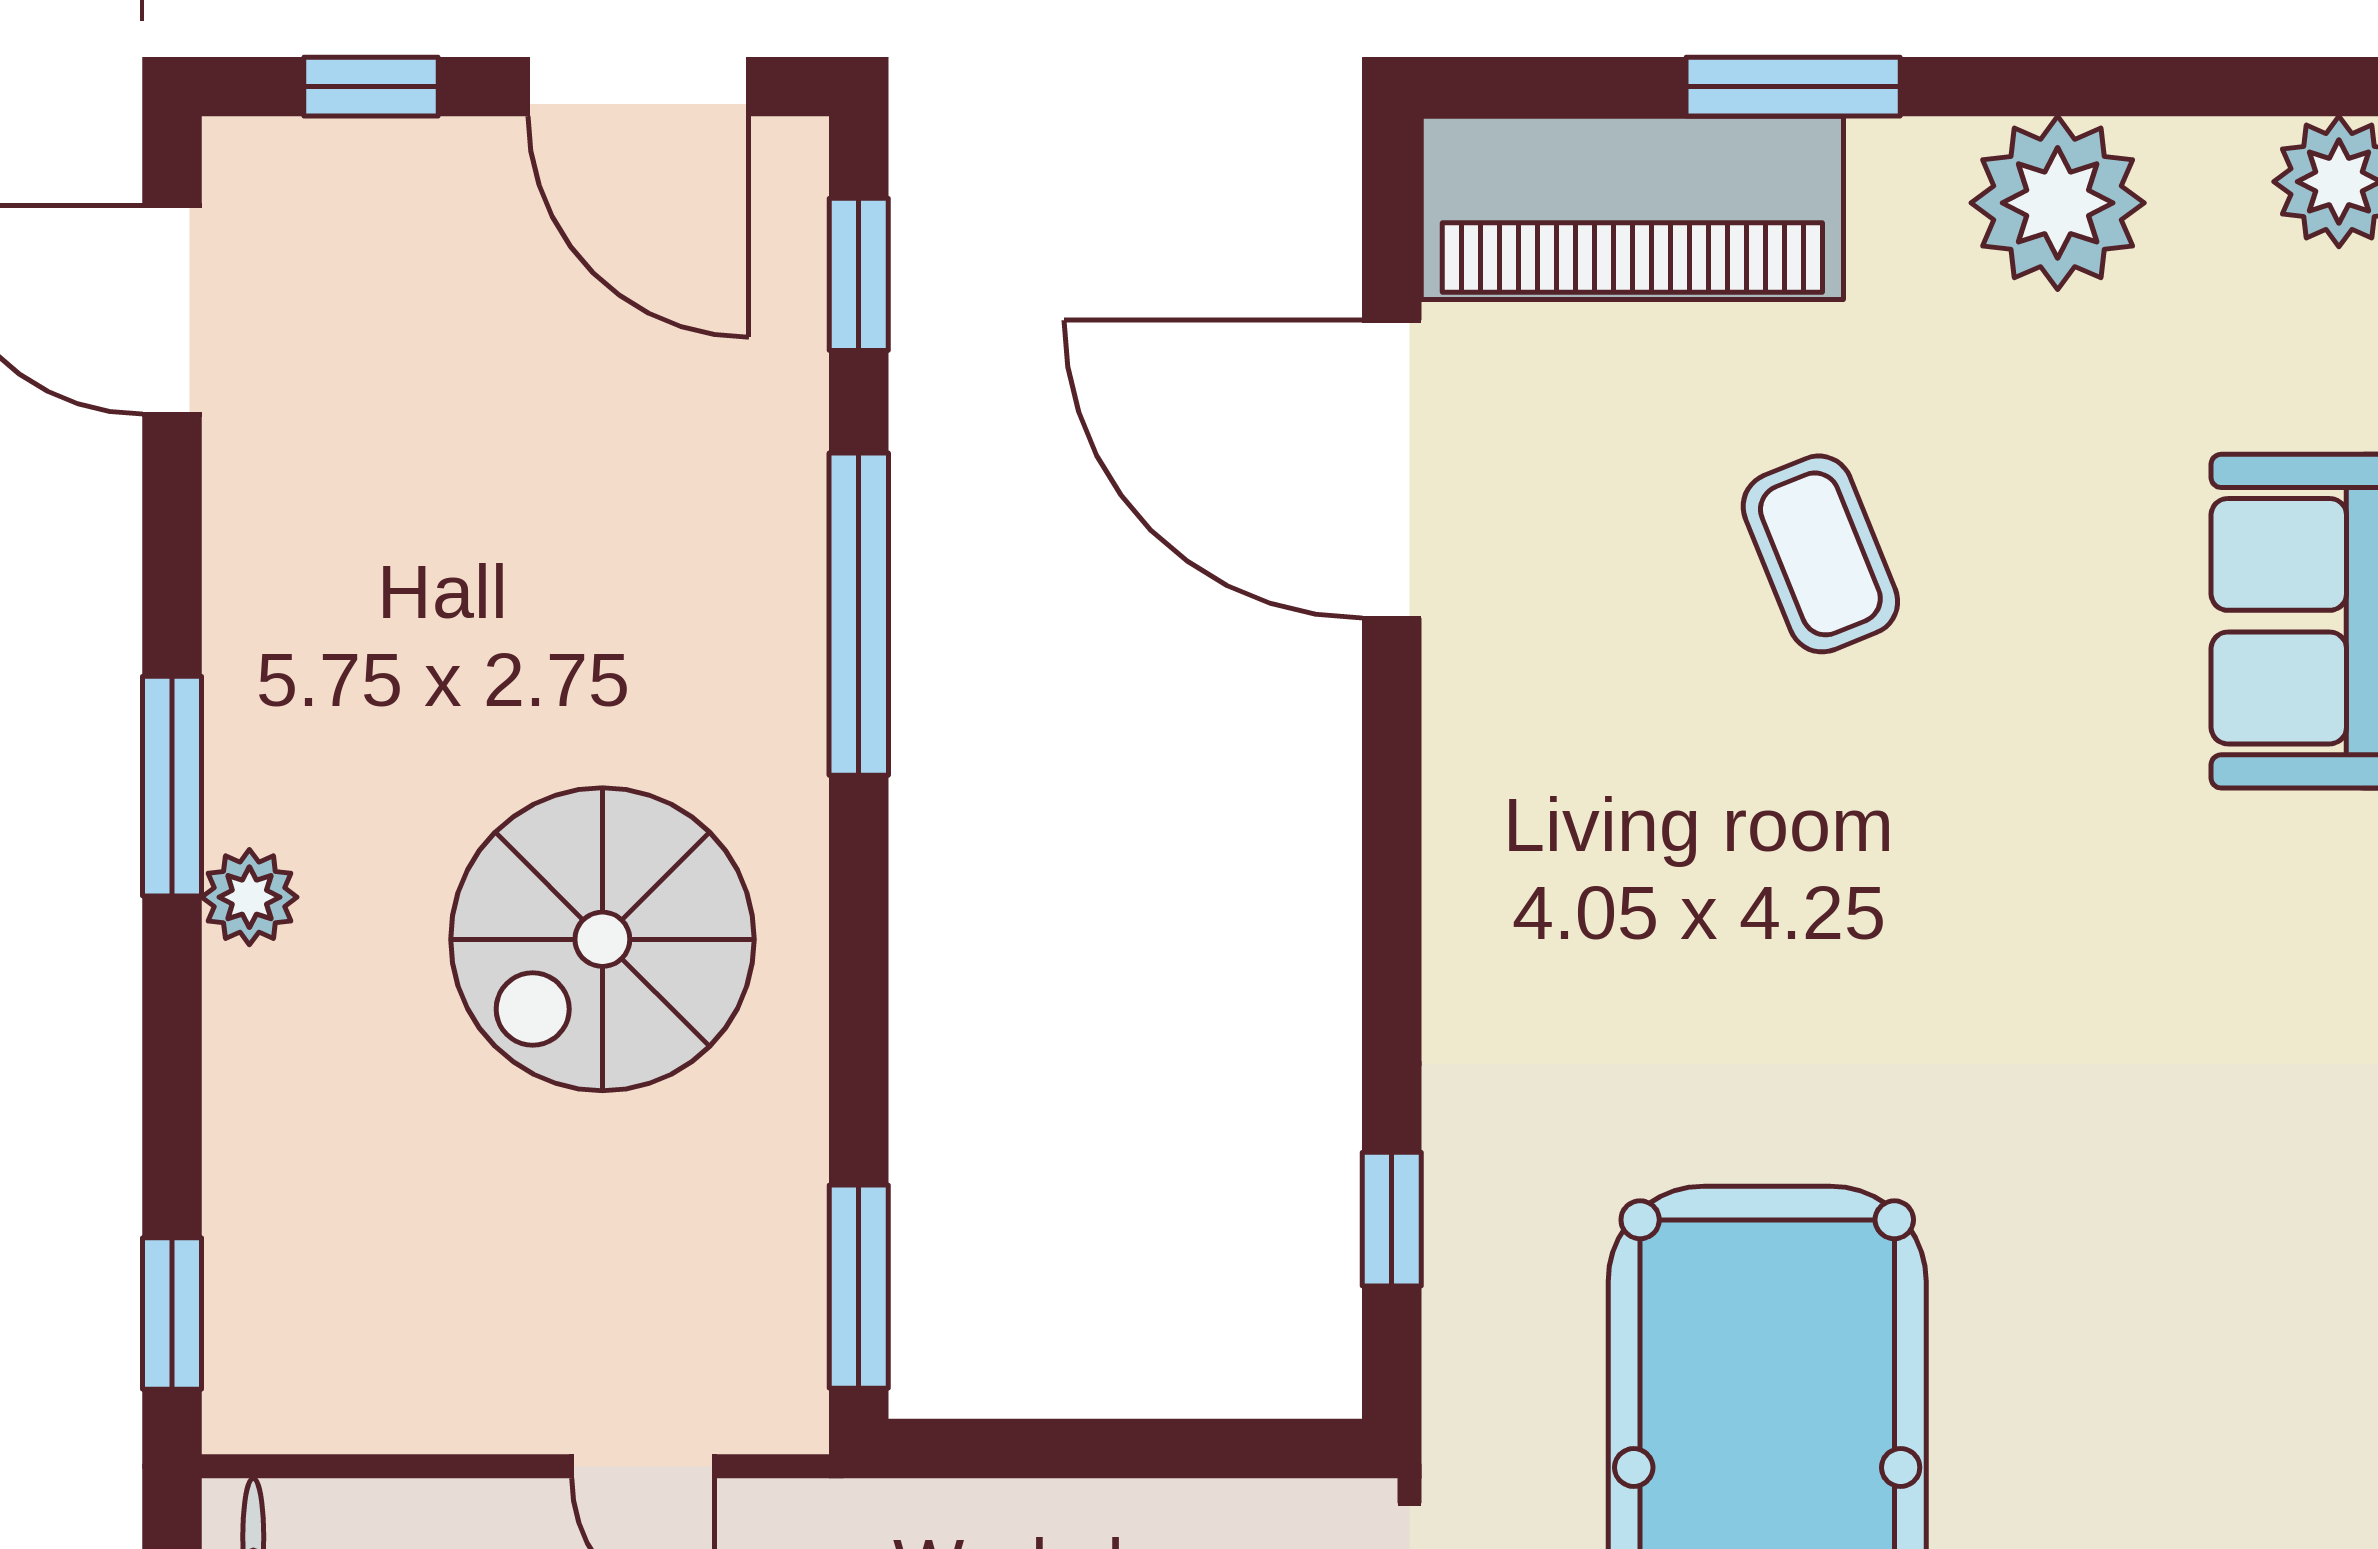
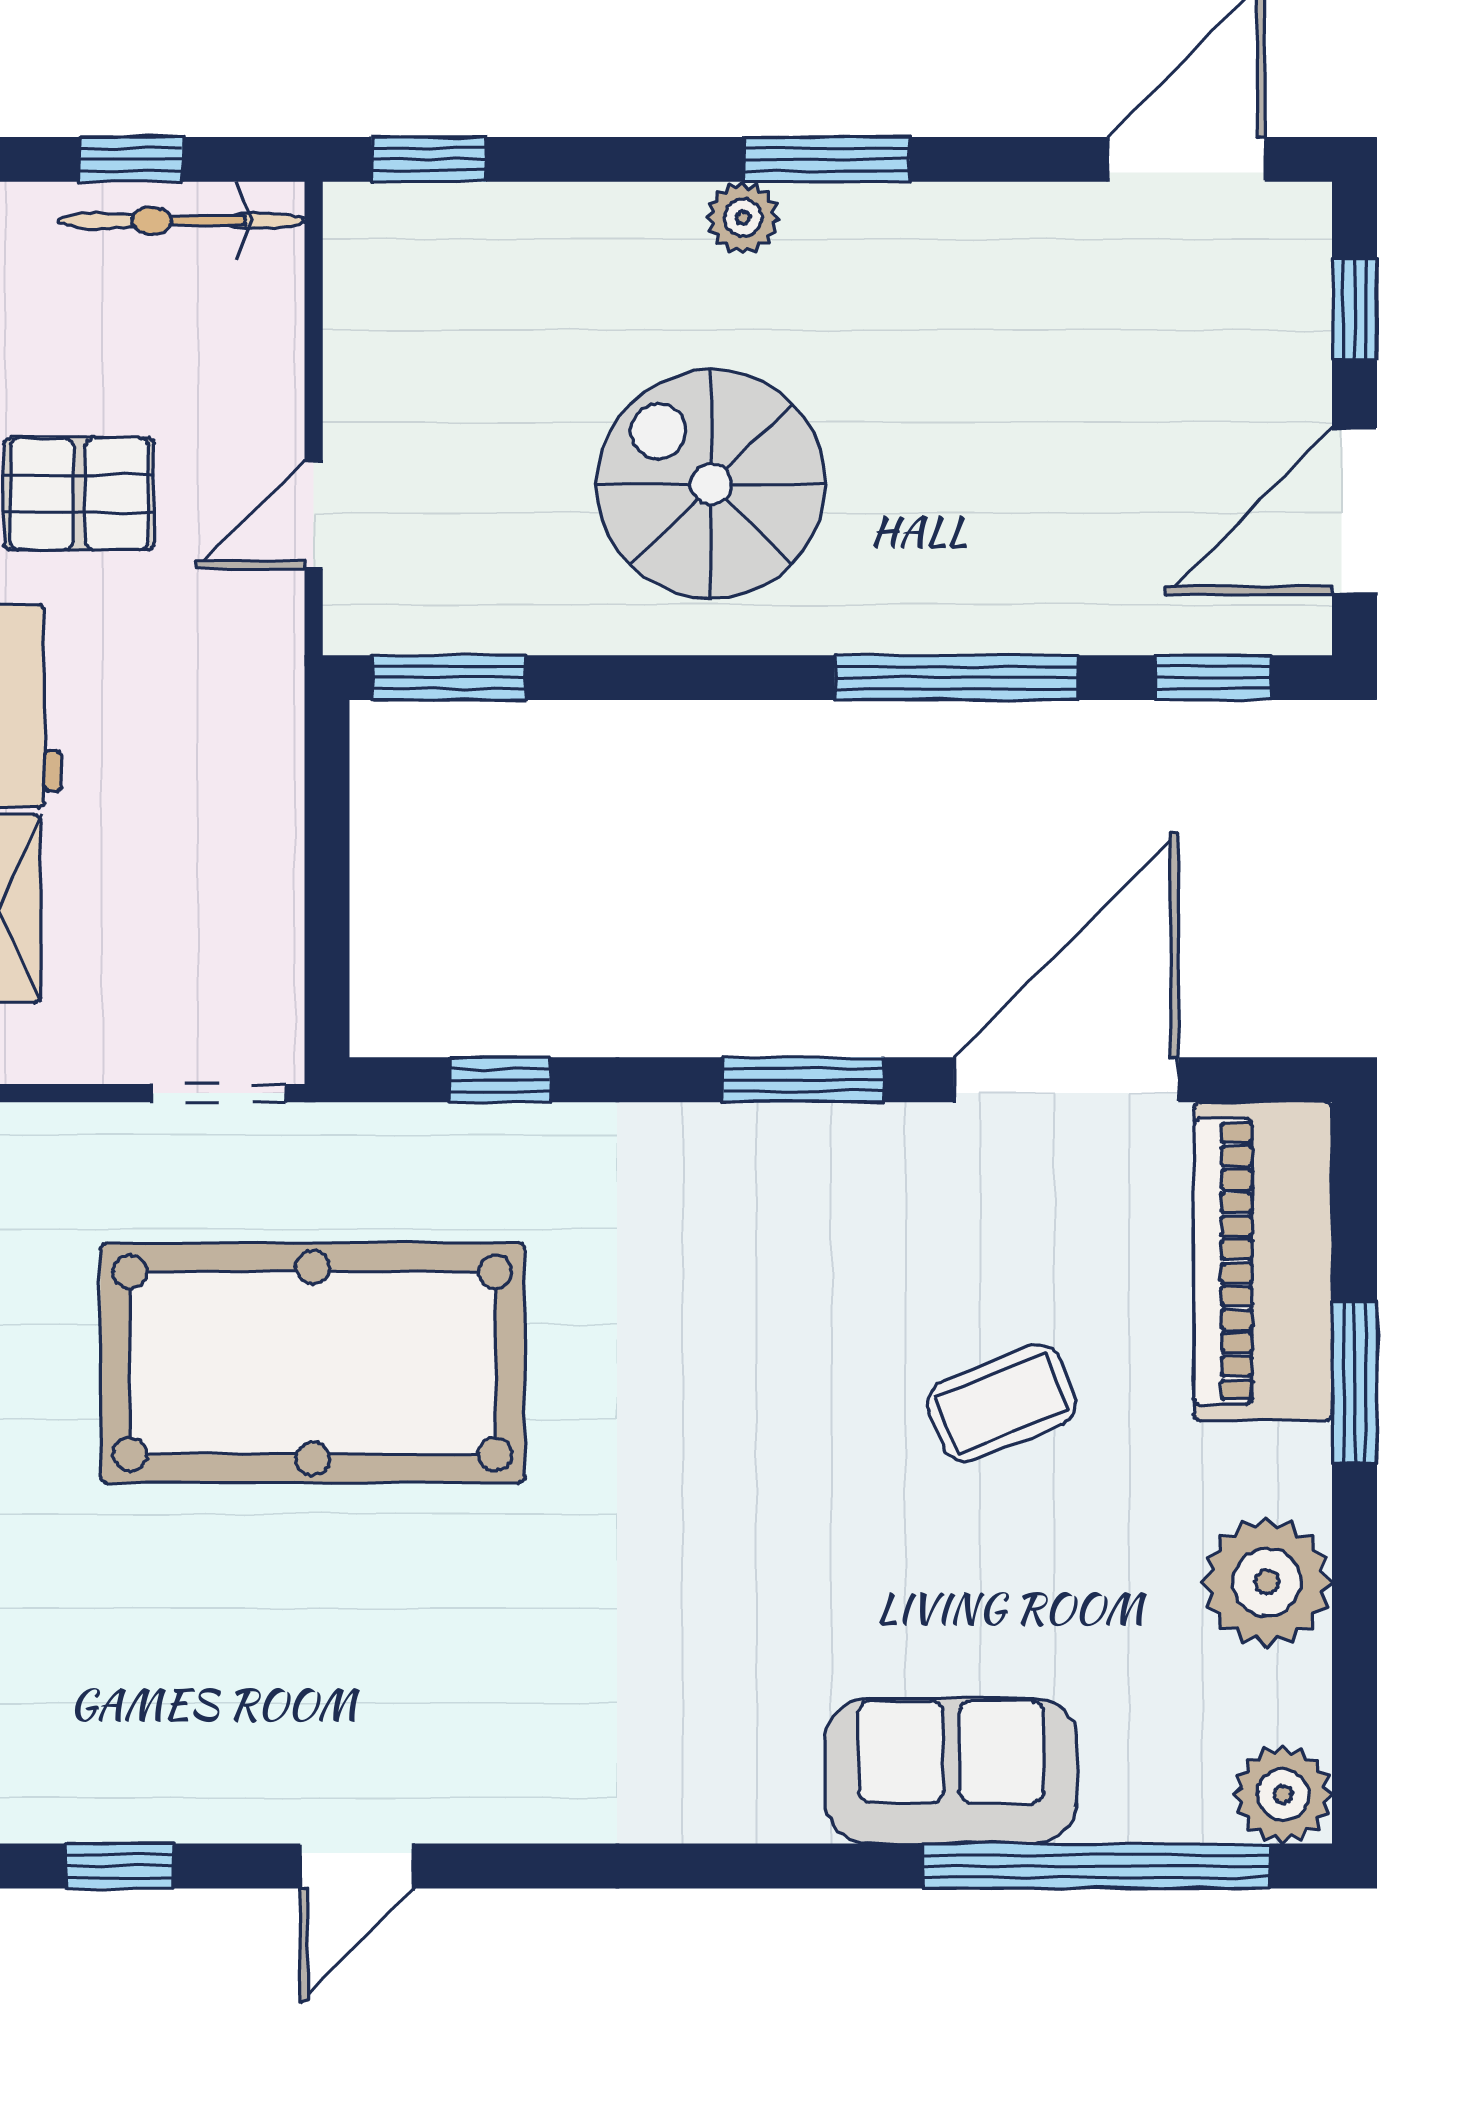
window: (1392, 818) -> (803, 1080), added

